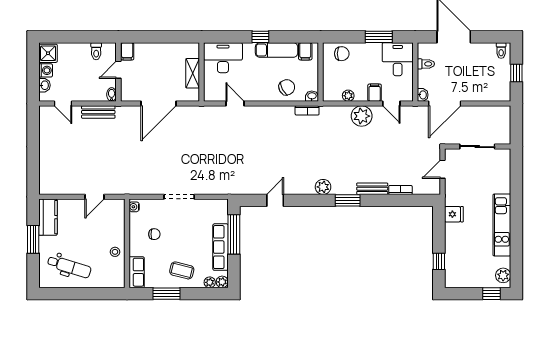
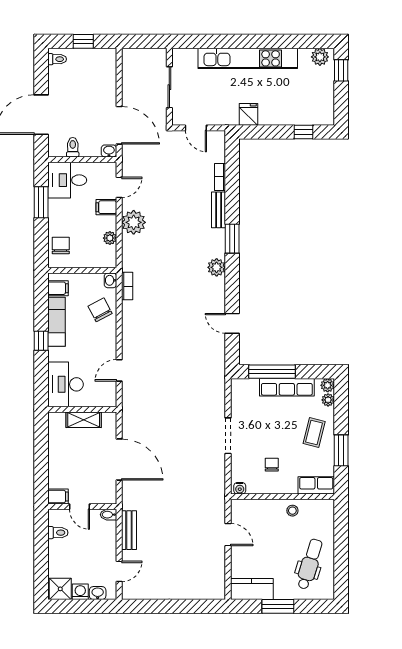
kitchen unit: (502, 225) -> (248, 58), width x1.36

